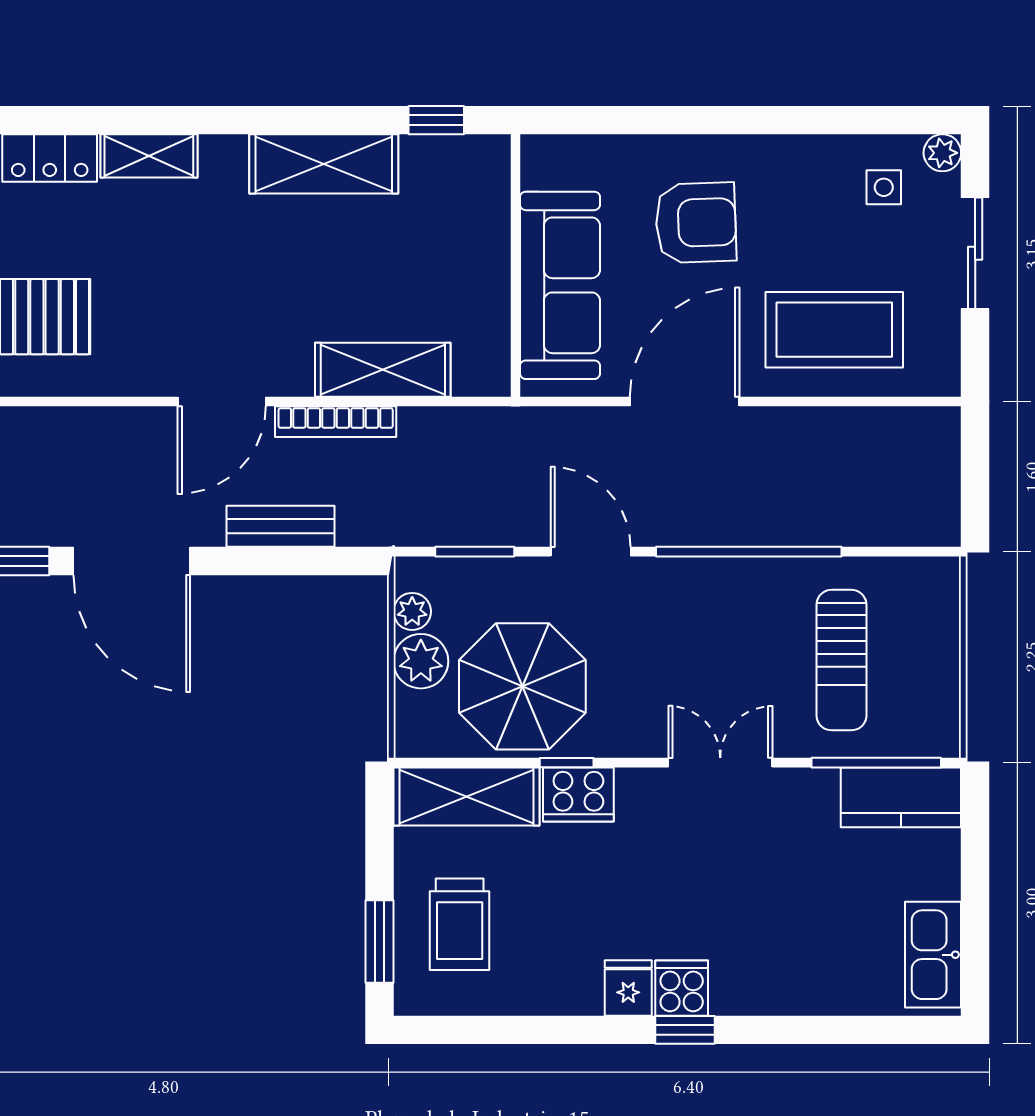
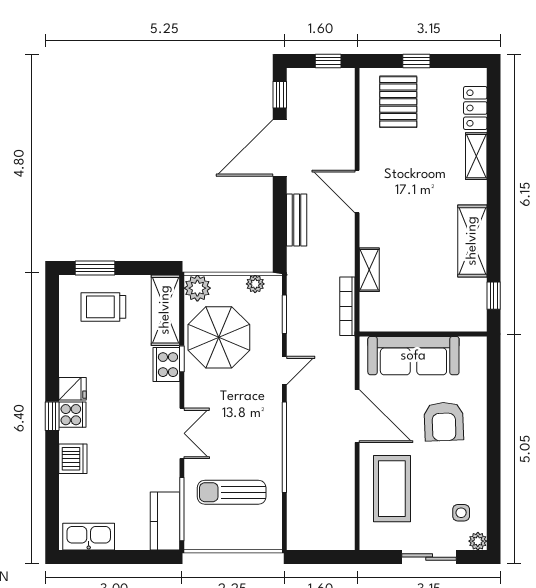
shelving: (383, 370) -> (369, 270), width x0.67, depth x0.75
bookcase: (336, 422) -> (347, 306), moved
door: (591, 552) -> (284, 370), width x0.73
plant: (421, 661) -> (197, 288), moved
dishwasher: (772, 987) -> (73, 459), added

